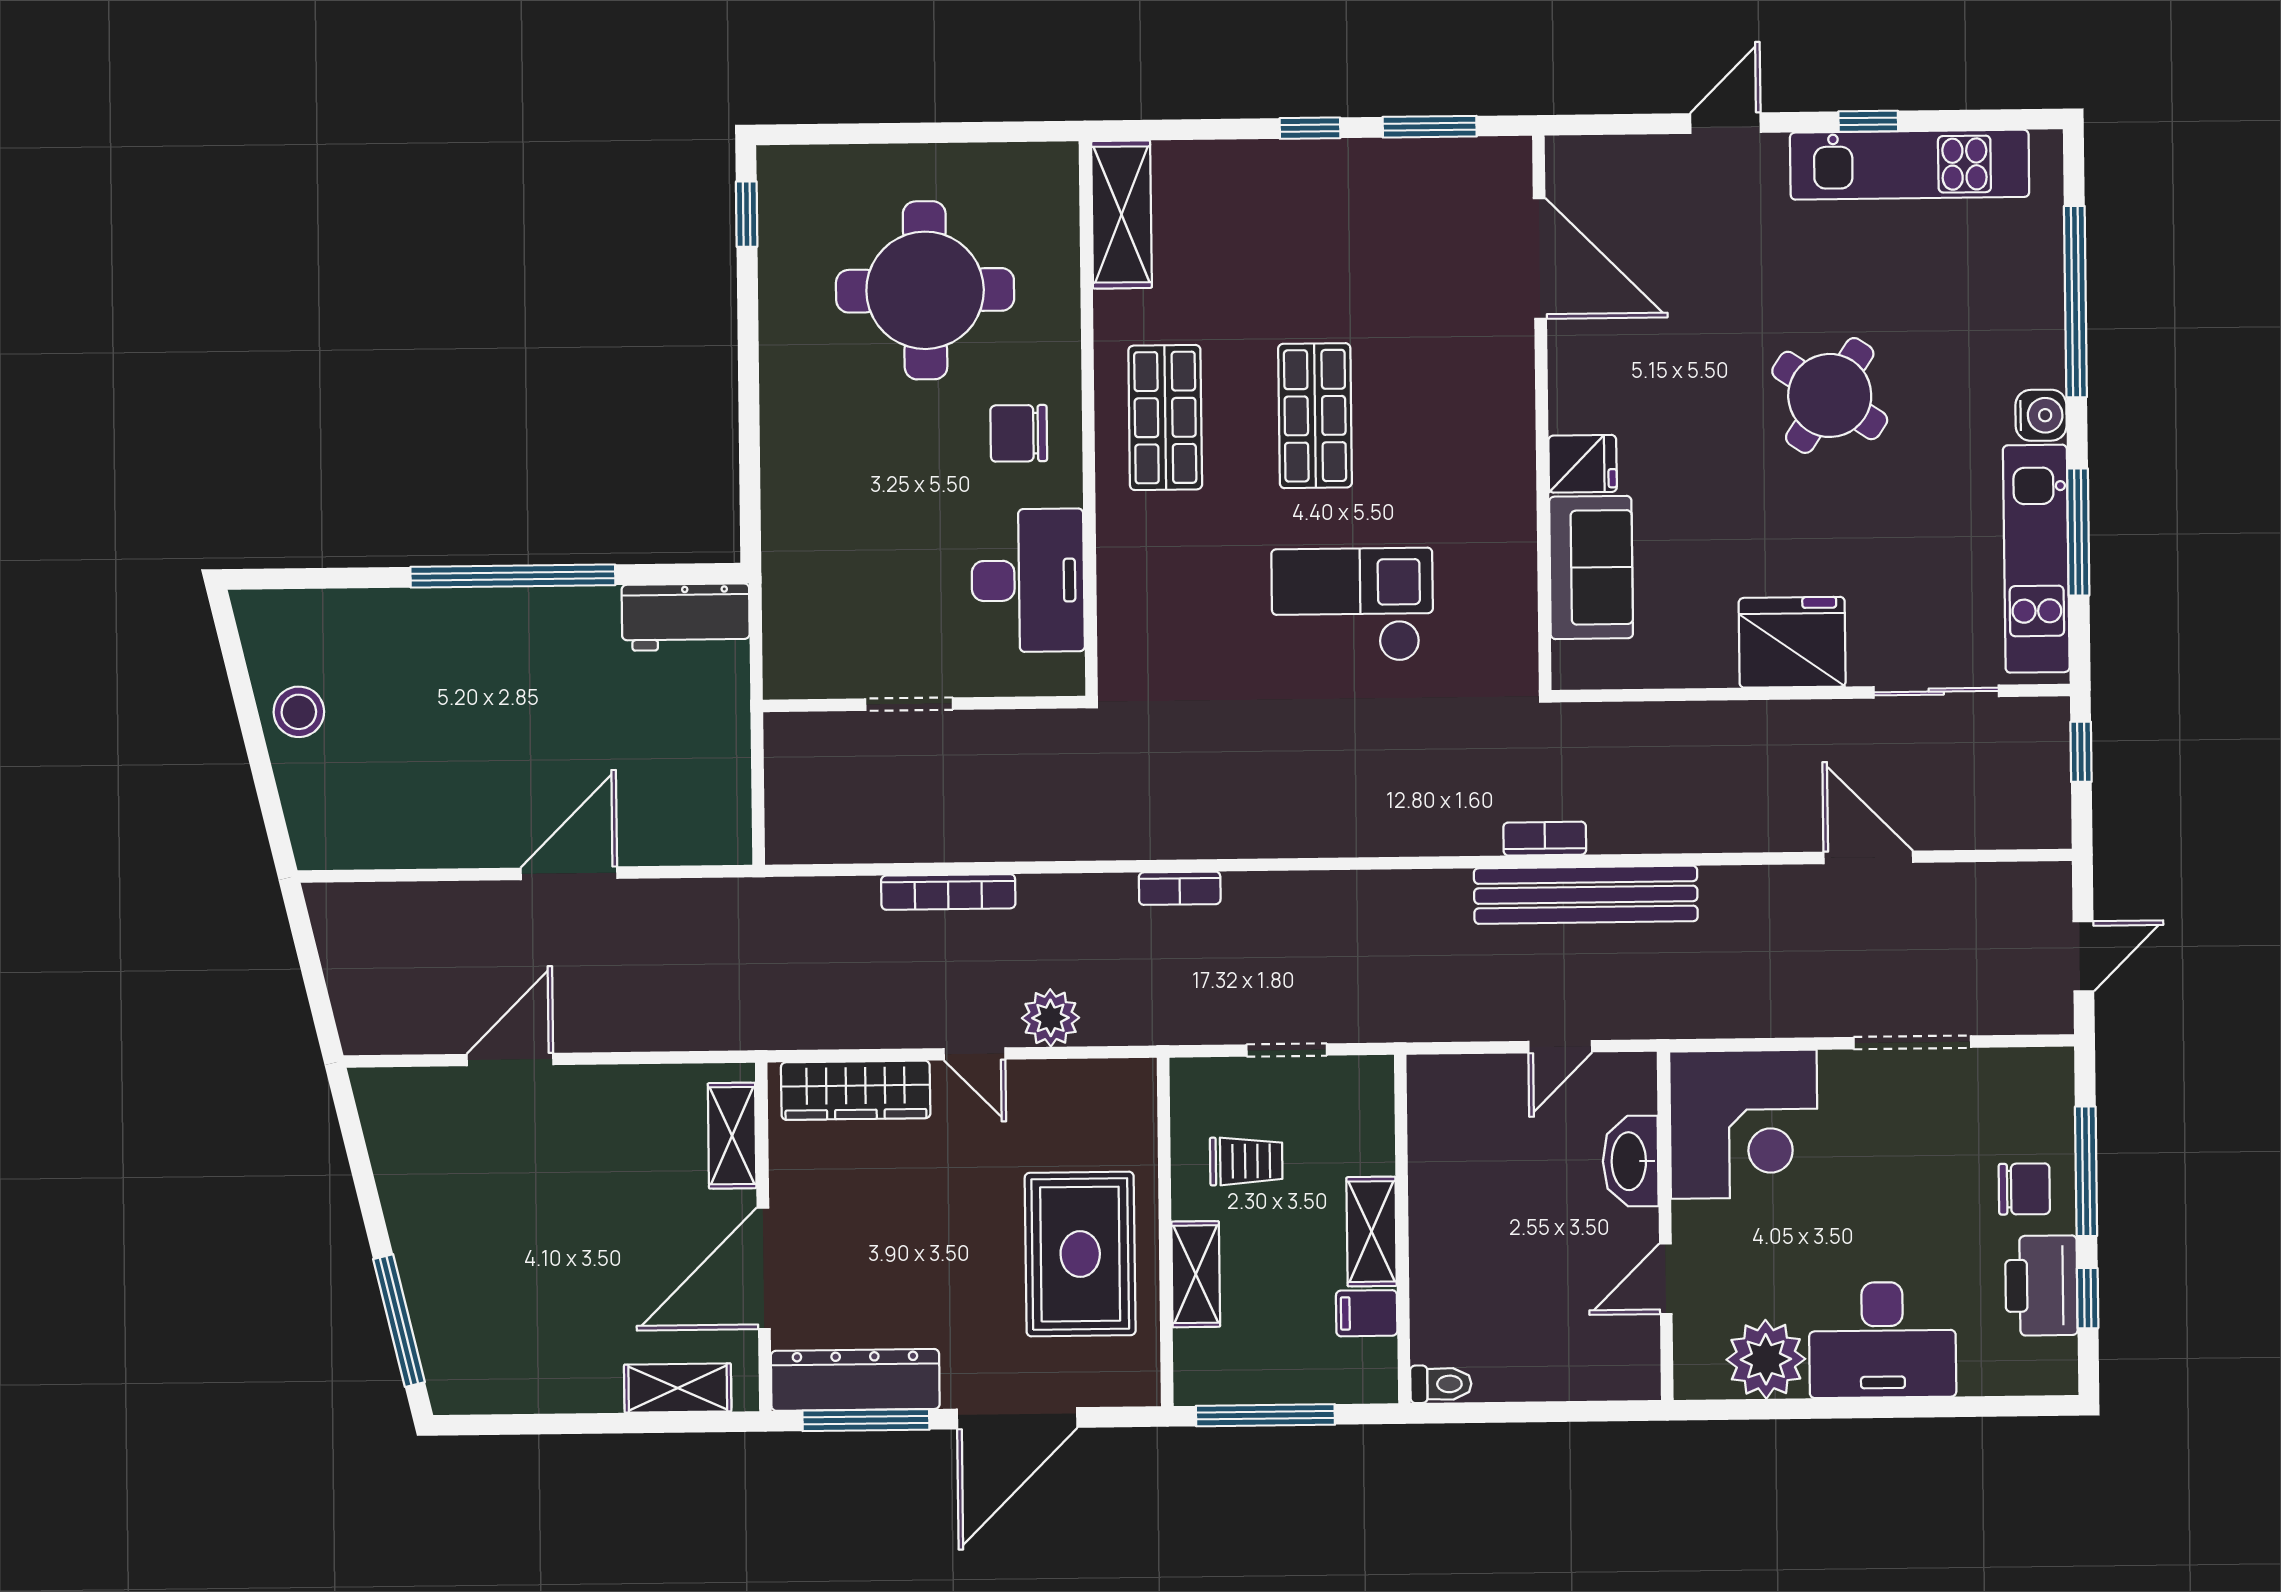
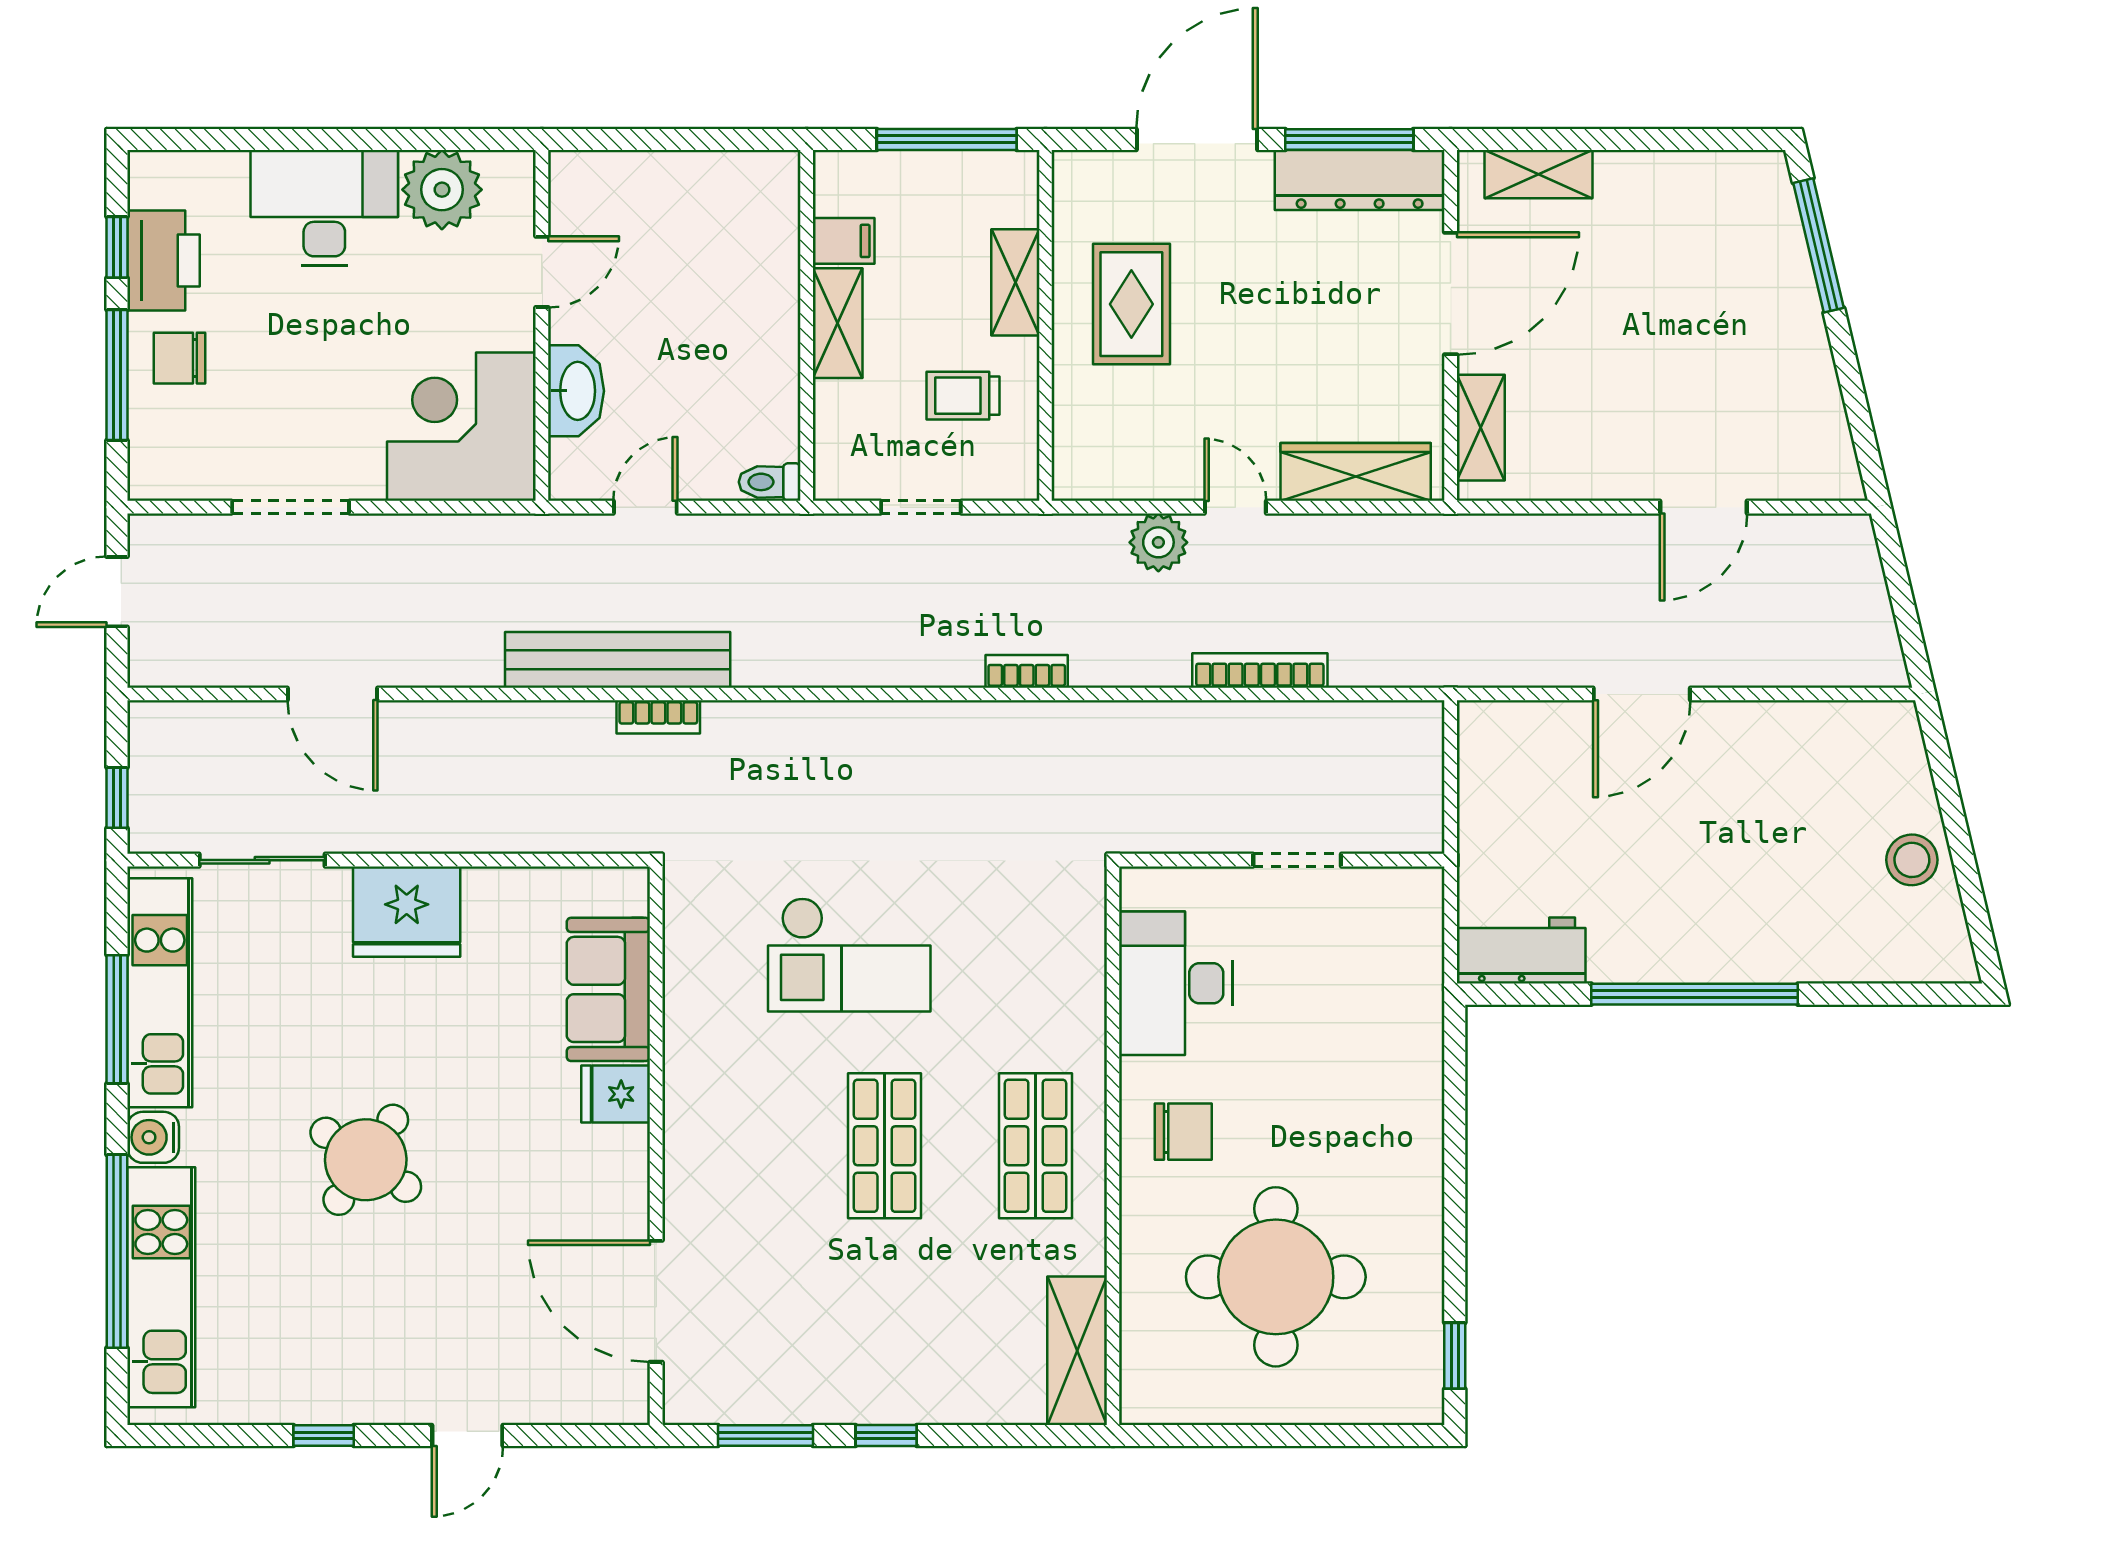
kitchen unit: (1910, 165) -> (161, 1287), moved, turned 90
rug: (1080, 1254) -> (1131, 304), width x0.73, depth x0.70
toilet: (1441, 1384) -> (770, 482), moved

